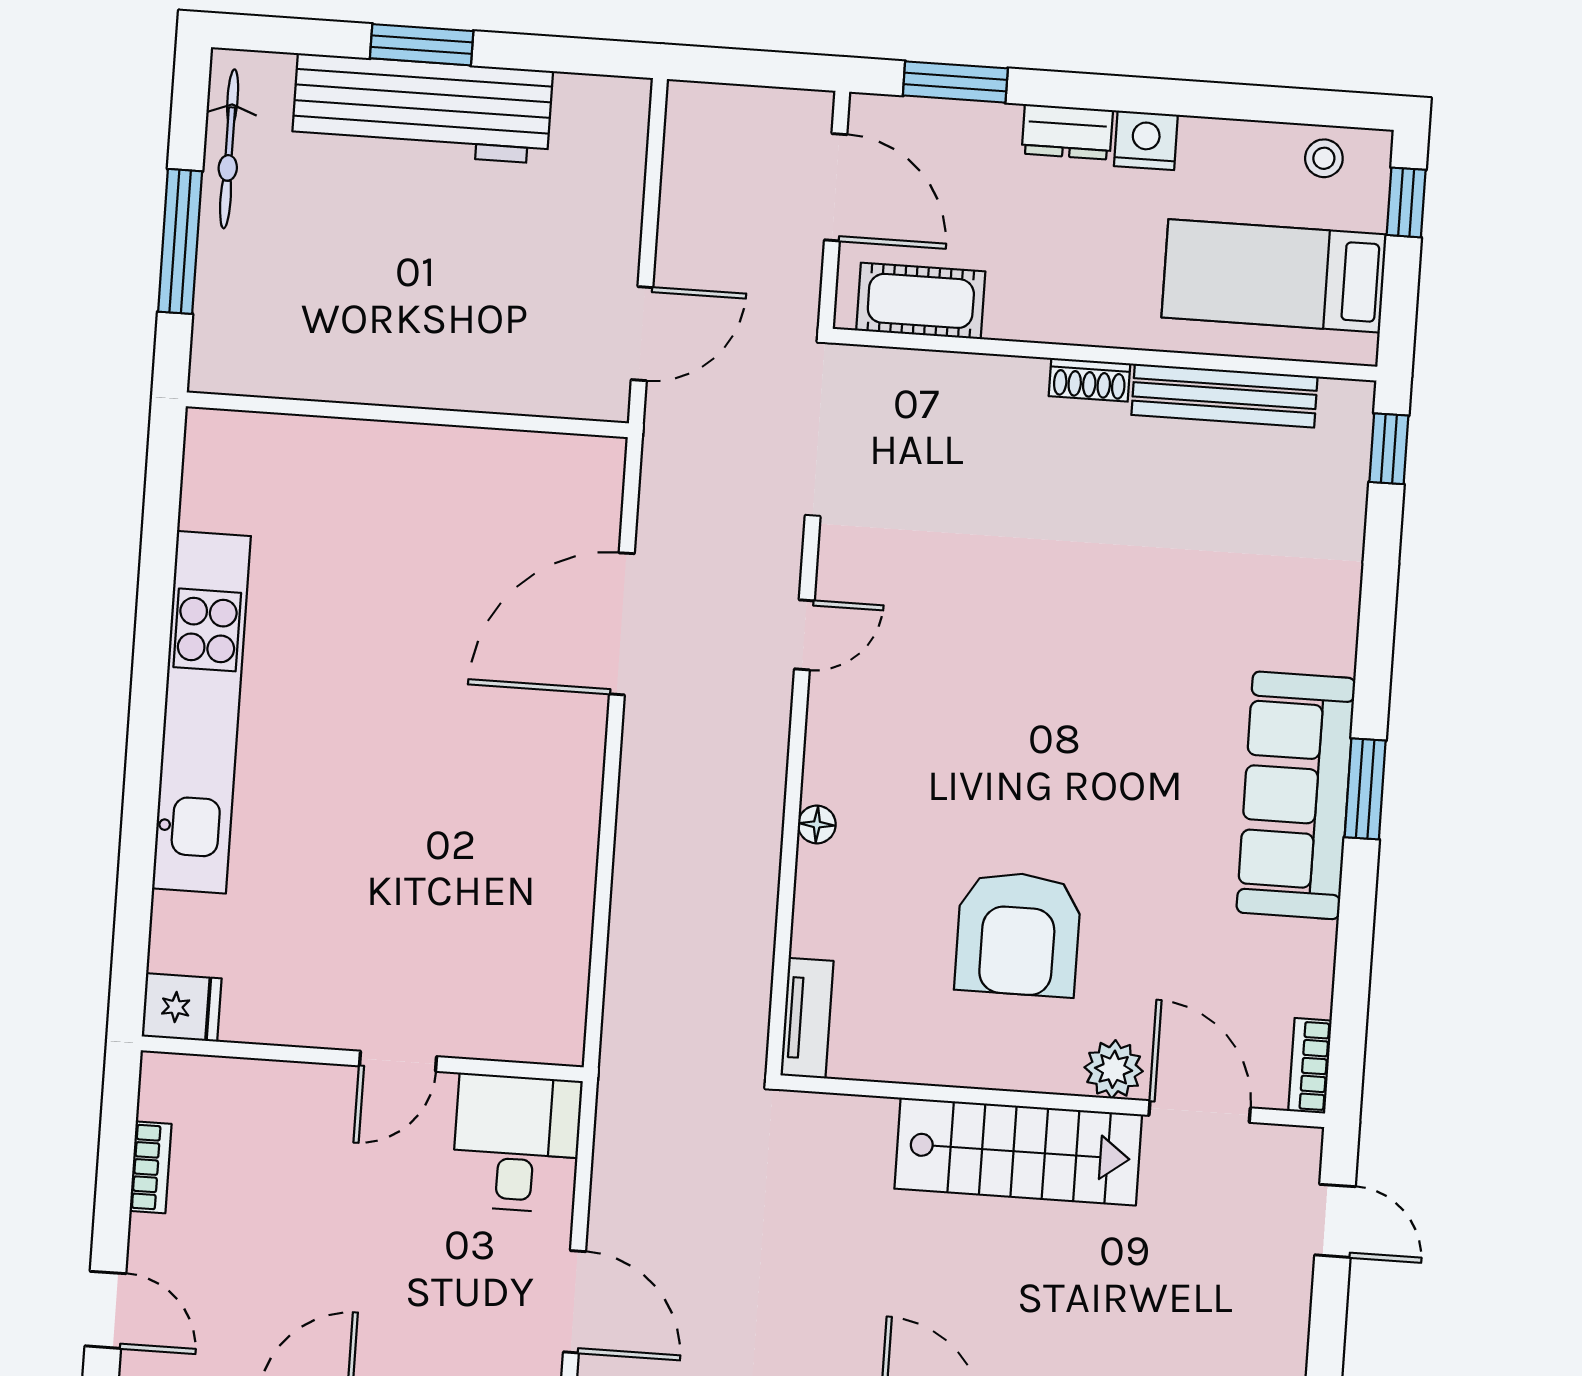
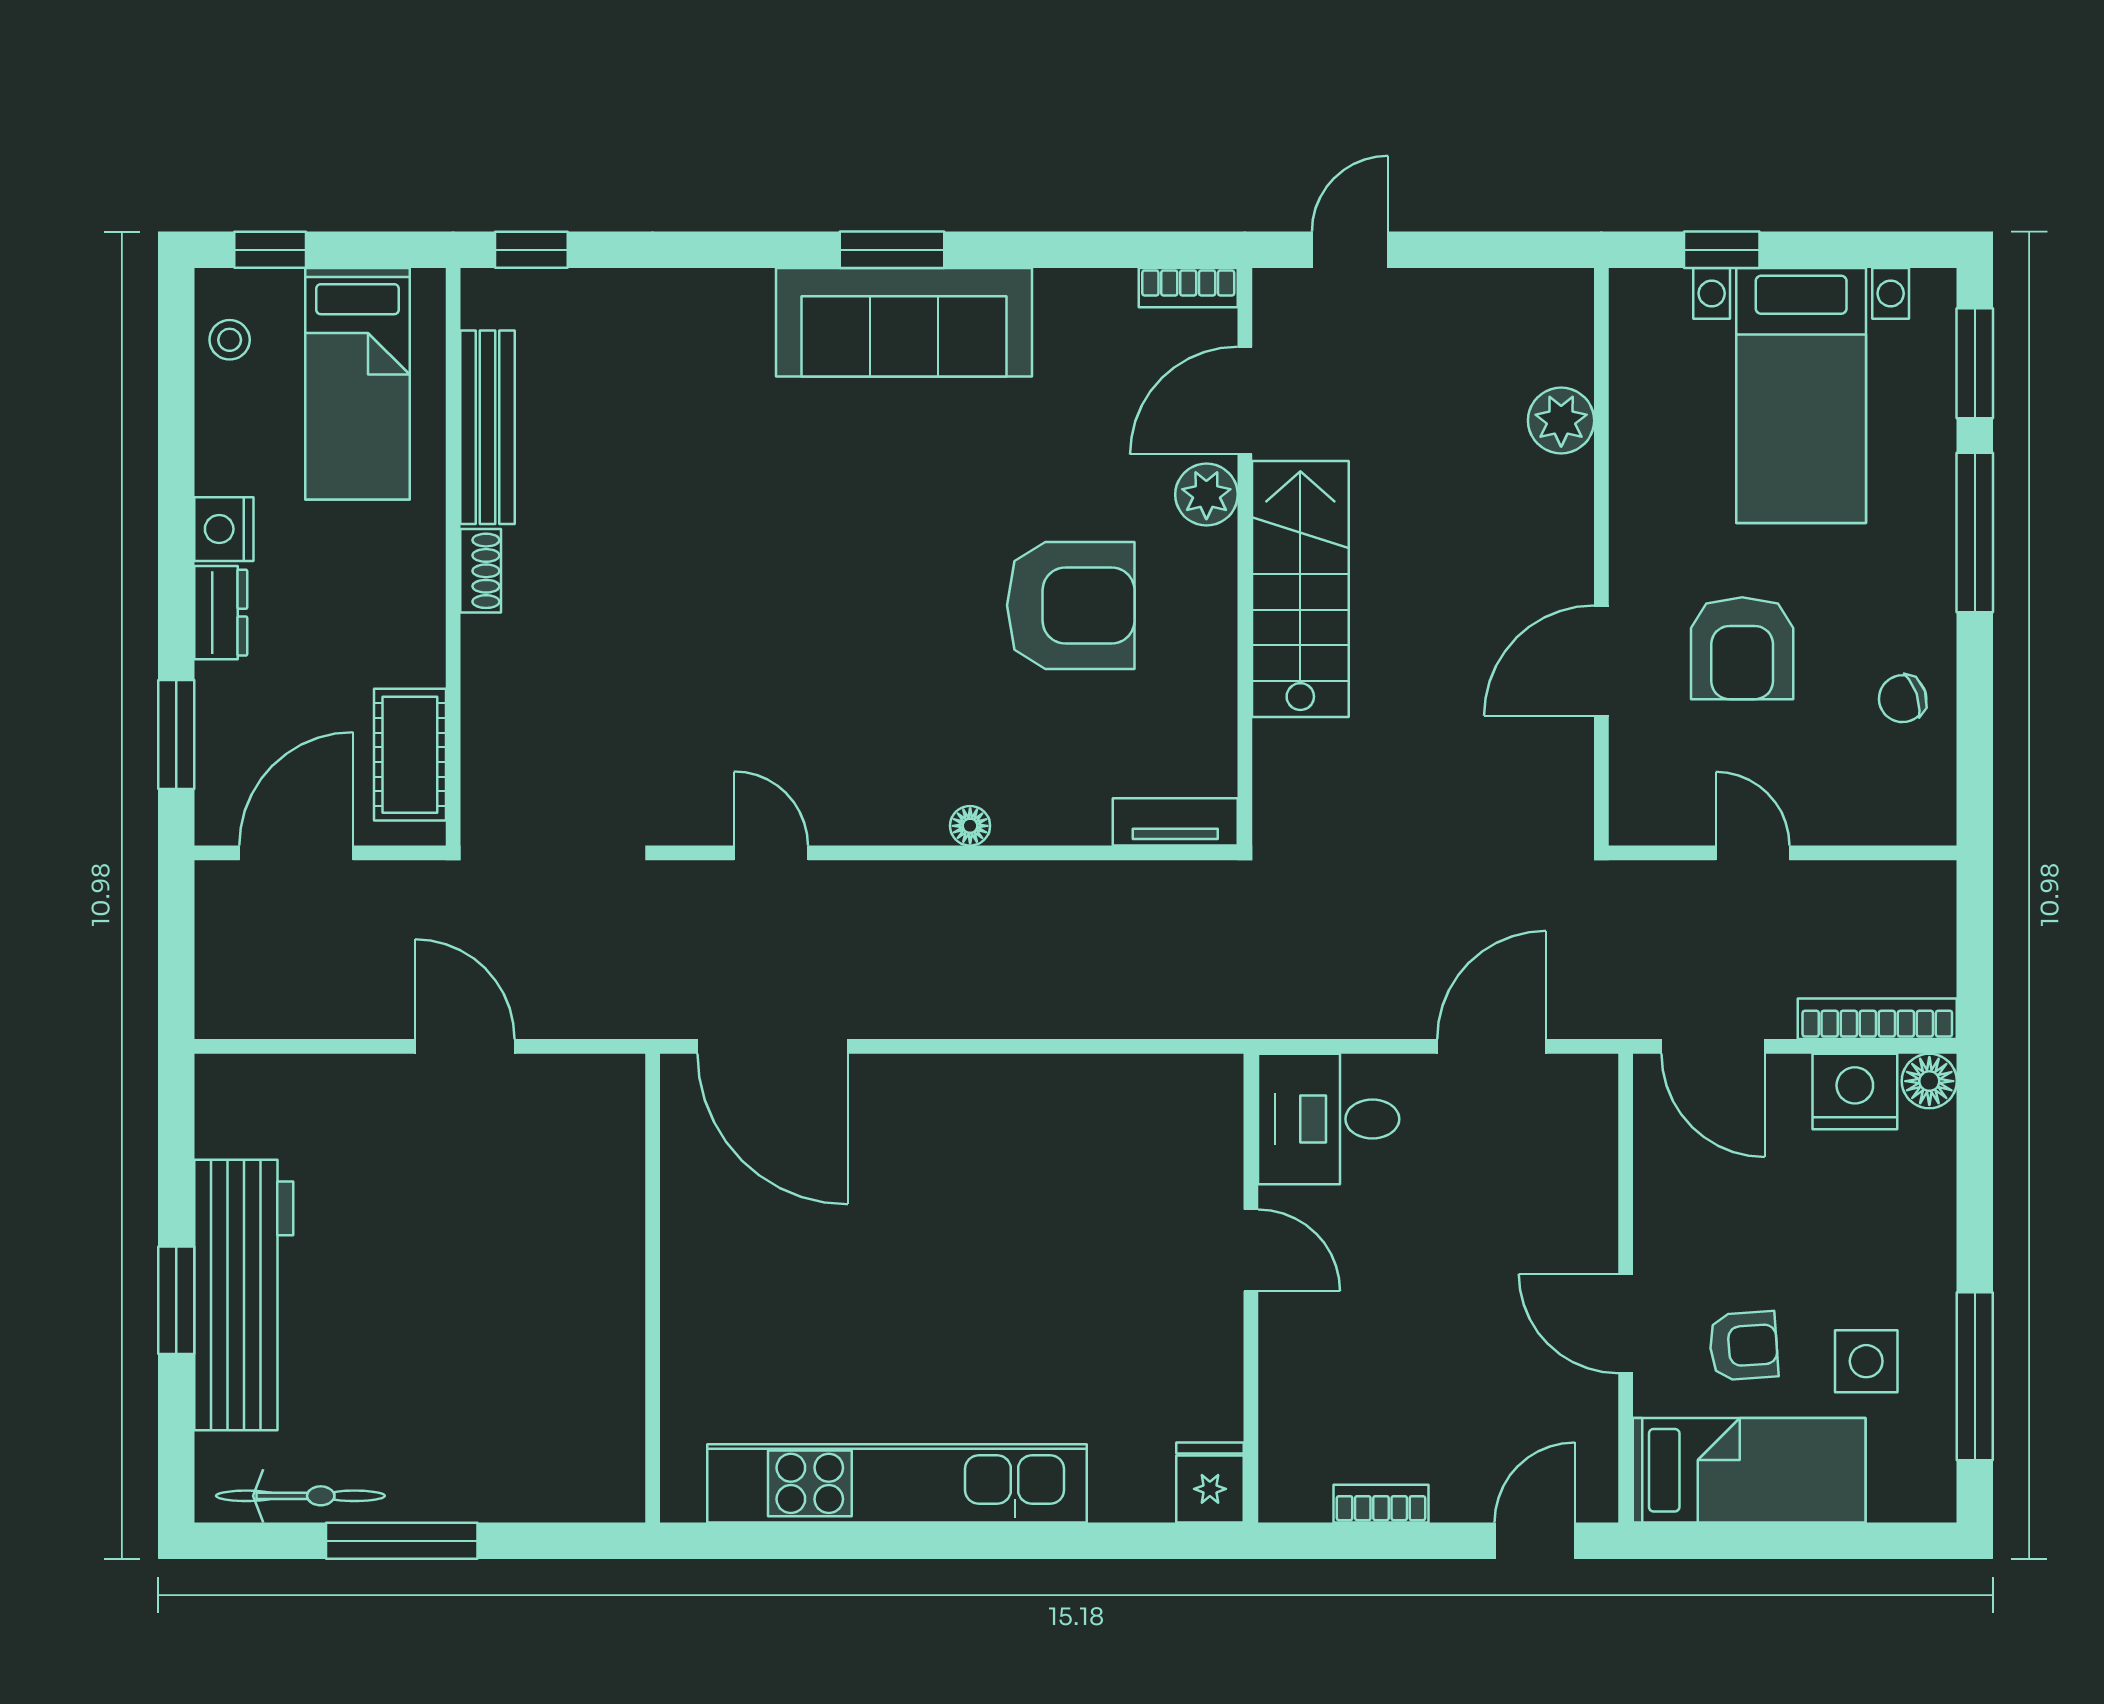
wall: (407, 415) -> (653, 1288), moved

